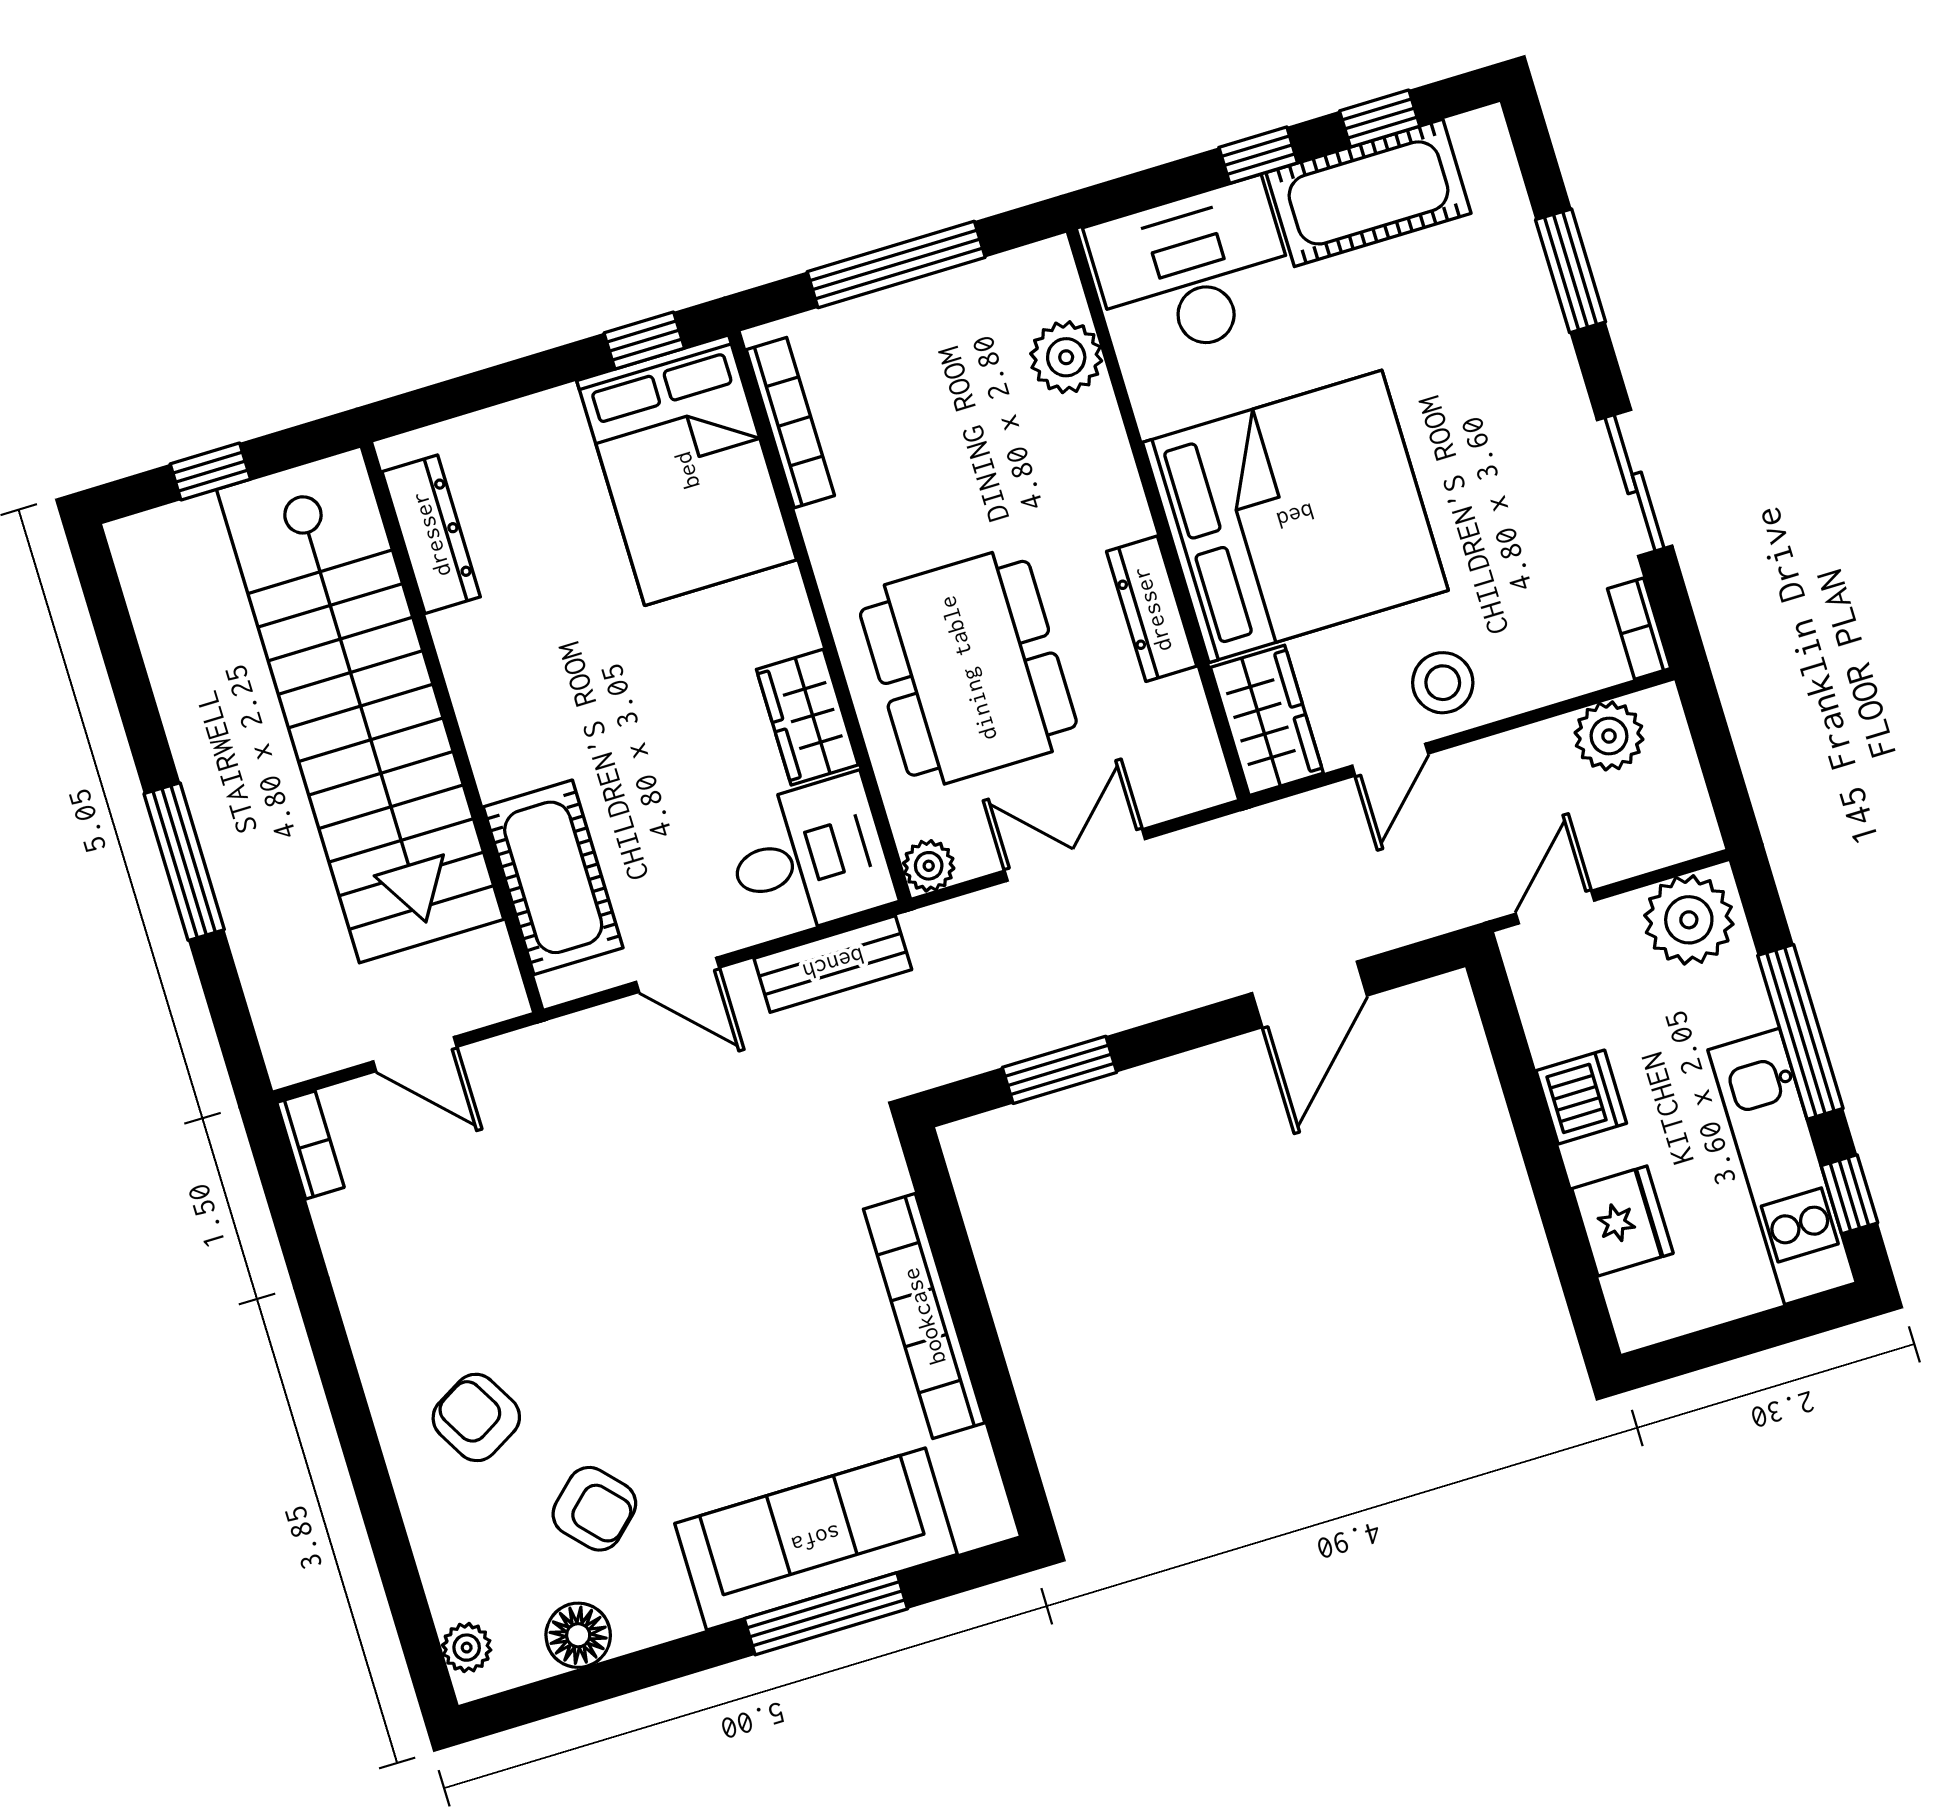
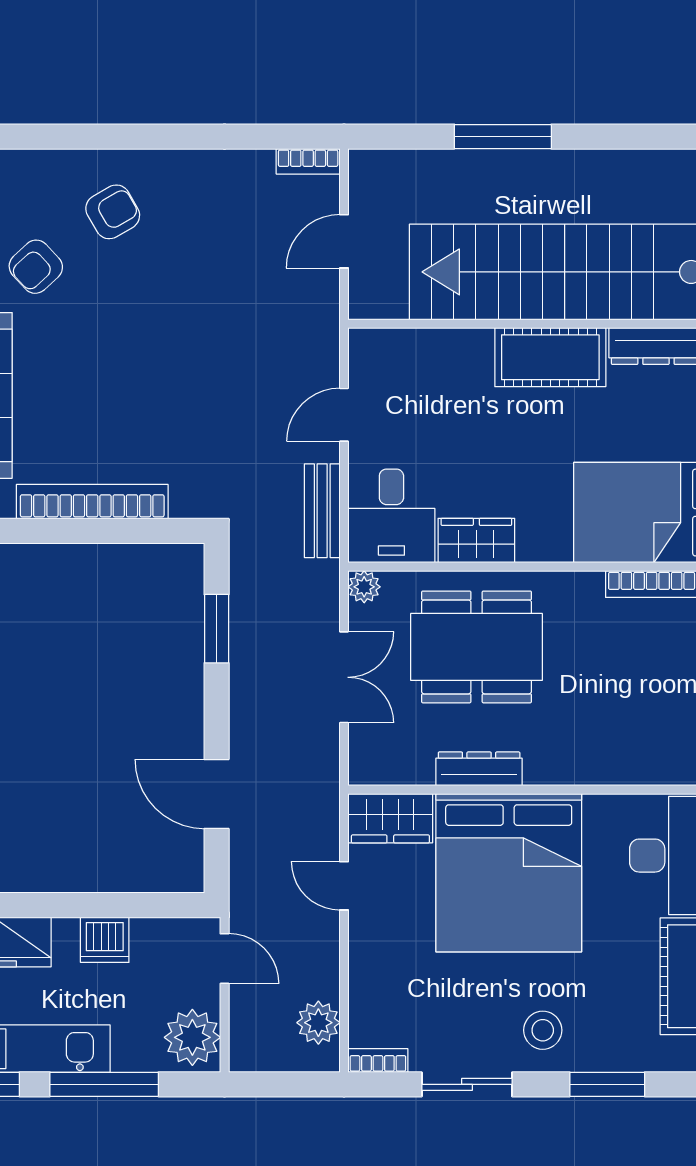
plant: (1066, 357) -> (647, 763), removed
stool: (1443, 683) -> (543, 1030), moved
cot: (553, 877) -> (550, 357), moved

